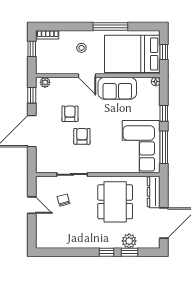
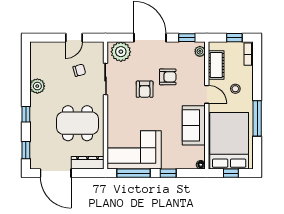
cot: (58, 67) -> (216, 65), added
door: (87, 76) -> (207, 94), swing flipped
armchair: (82, 136) -> (145, 89), turned 90
plant: (45, 159) -> (121, 52), added
plant: (129, 241) -> (37, 86), moved
window: (130, 252) -> (26, 150), moved

